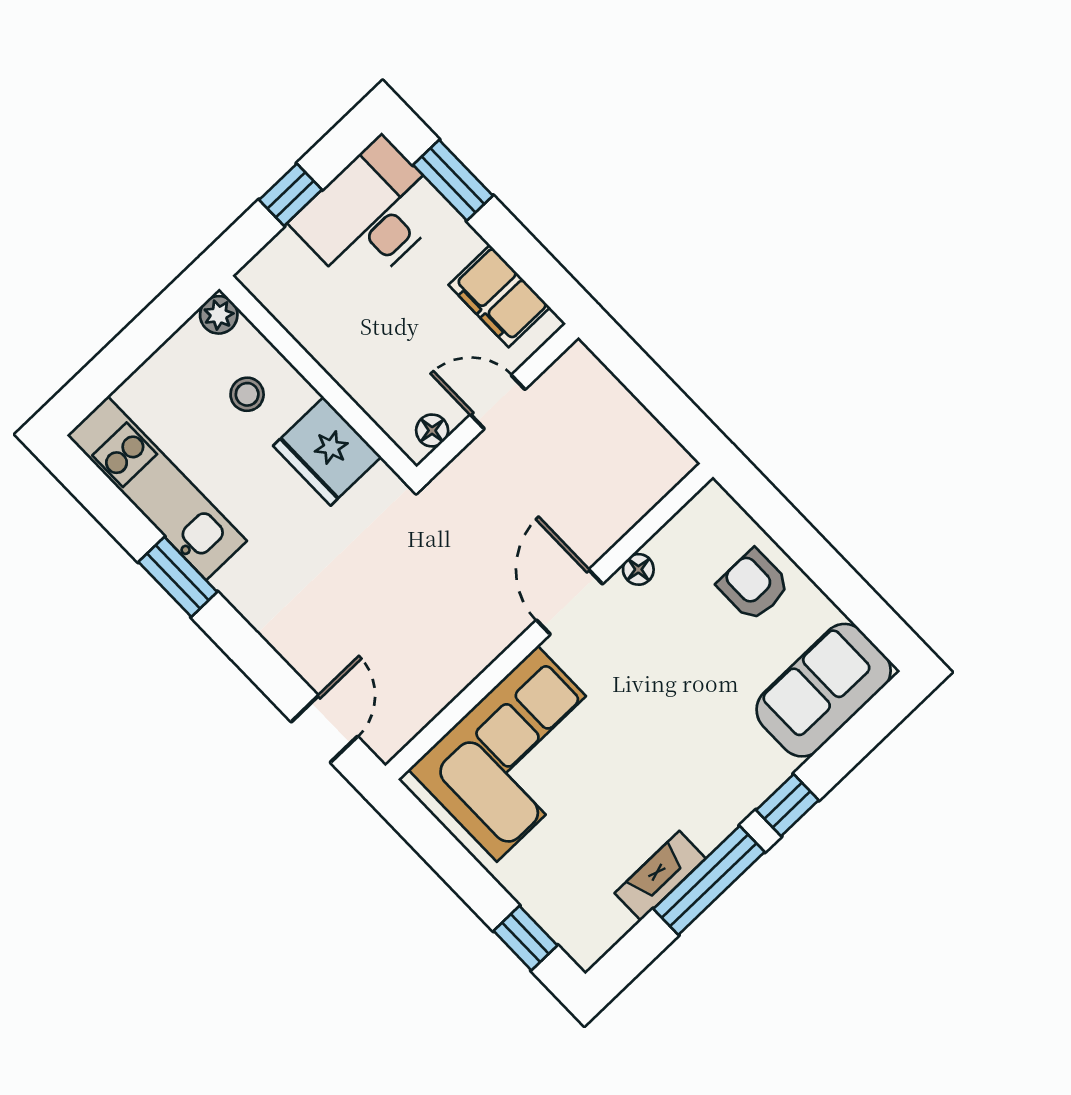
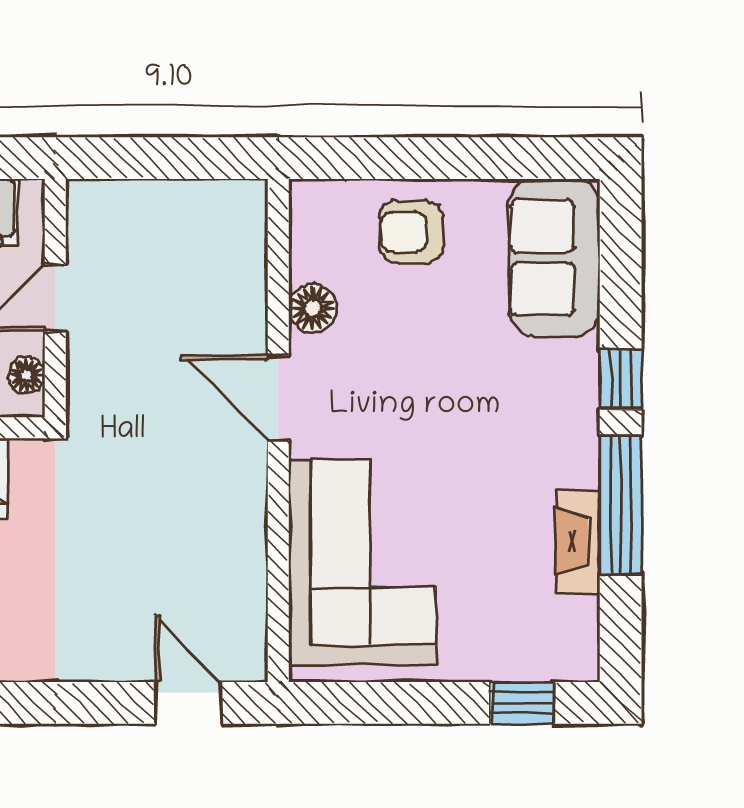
floor lamp: (638, 569) -> (313, 308), width x1.37, depth x1.37

